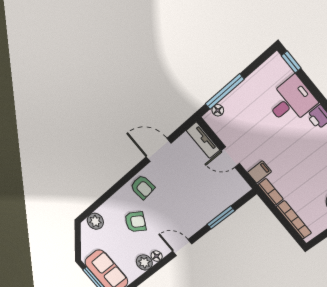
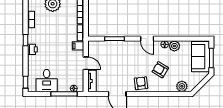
desk: (291, 101) -> (47, 81), moved, turned -90

